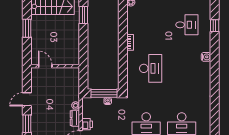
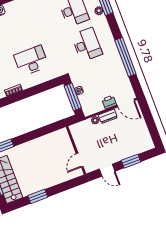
door: (45, 66) -> (80, 160), moved
wall: (55, 66) -> (76, 150), moved

